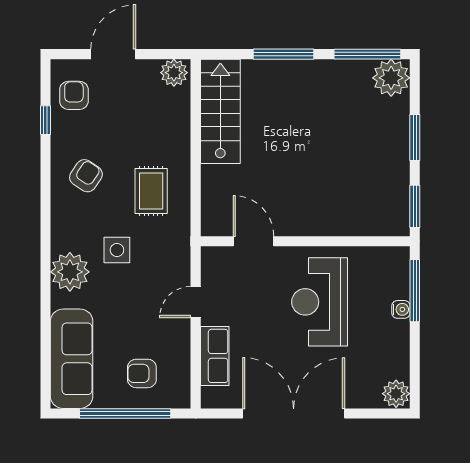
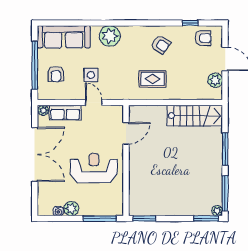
plant: (174, 73) -> (215, 80), moved
plant: (391, 78) -> (217, 211), width x0.53, depth x0.53
window: (415, 137) -> (206, 219), moved
side table: (117, 250) -> (91, 75), moved
water cooler: (401, 309) -> (58, 211), moved
armchair: (142, 373) -> (56, 74), turned 180
plant: (396, 394) -> (71, 209), moved
plant: (210, 397) -> (43, 110), added

